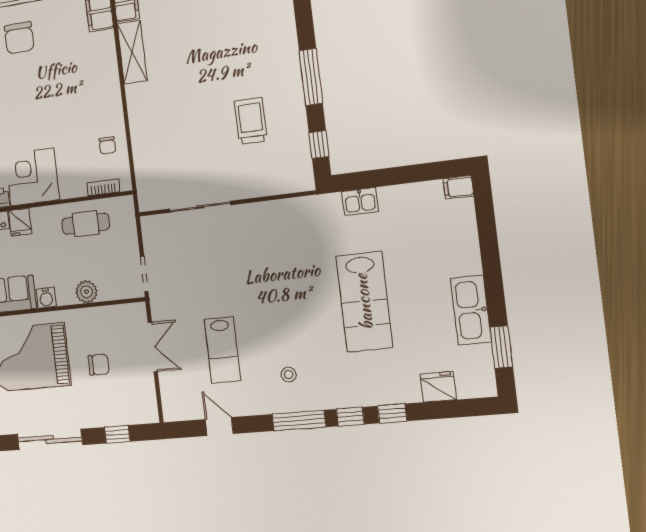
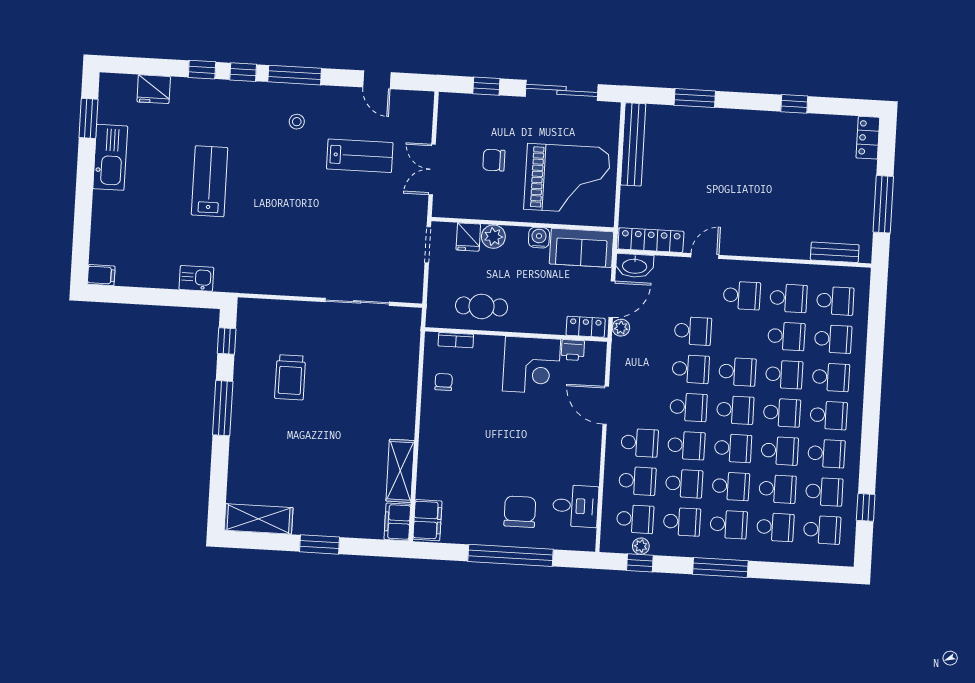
fridge: (20, 222) -> (468, 237), moved, turned 180
lab bench: (364, 302) -> (210, 181), width x0.73, depth x0.72
lab bench: (222, 350) -> (360, 156), turned 90

